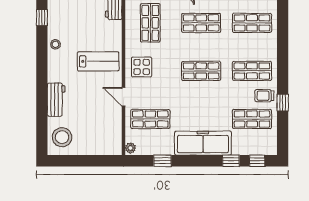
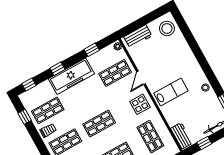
lab bench: (98, 61) -> (171, 92), turned 180
door: (123, 97) -> (141, 78), swing flipped
workbench: (56, 100) -> (138, 36), moved, turned -90
window: (283, 102) -> (25, 117), moved
window: (231, 161) -> (57, 69), moved

